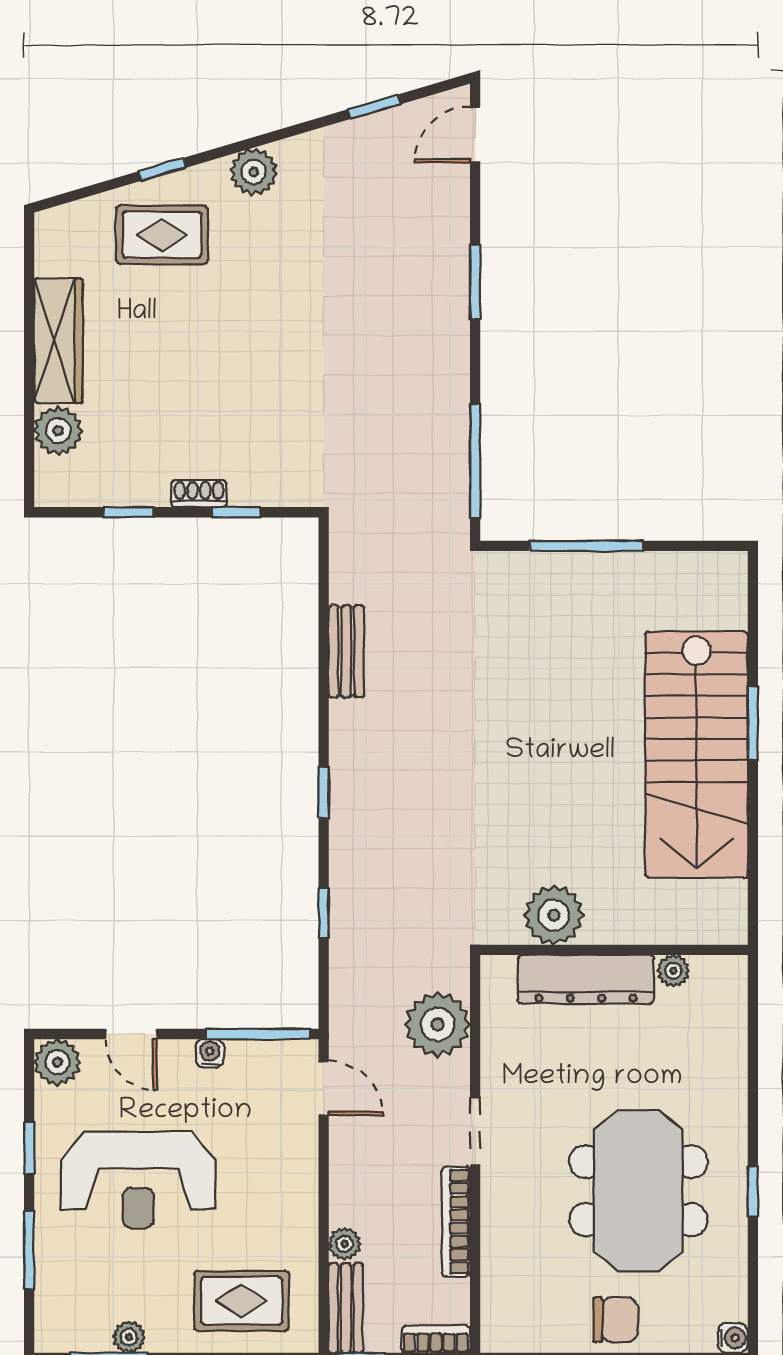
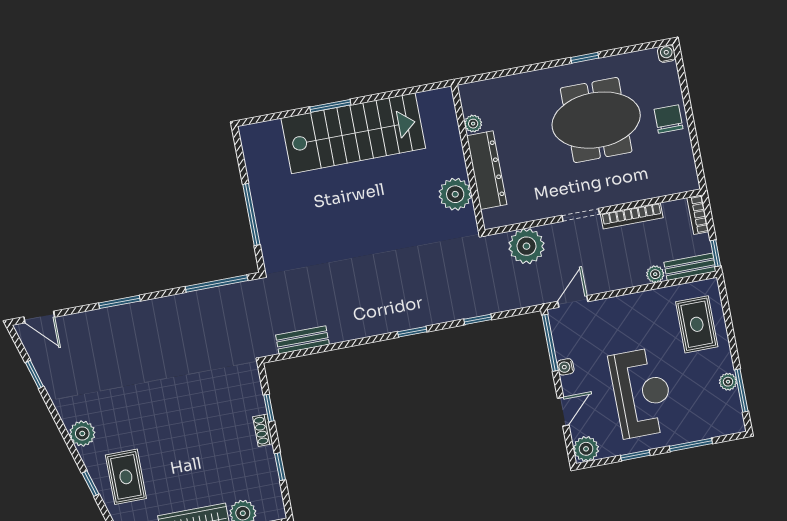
bench: (346, 651) -> (302, 340), moved

